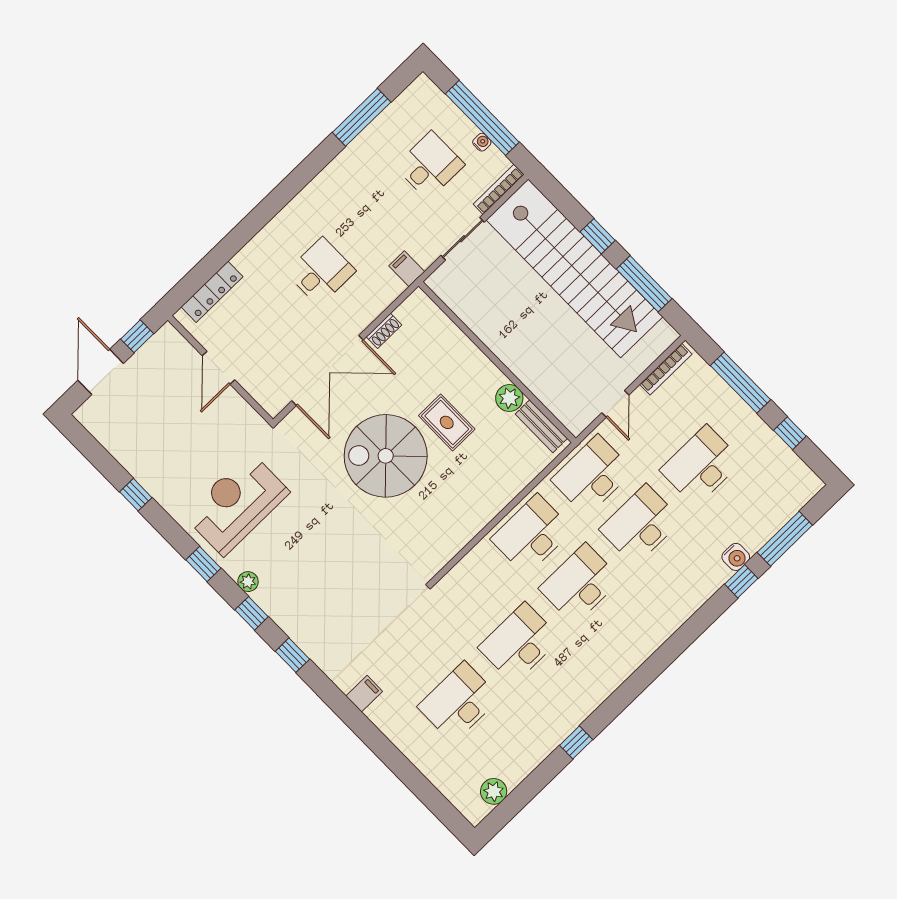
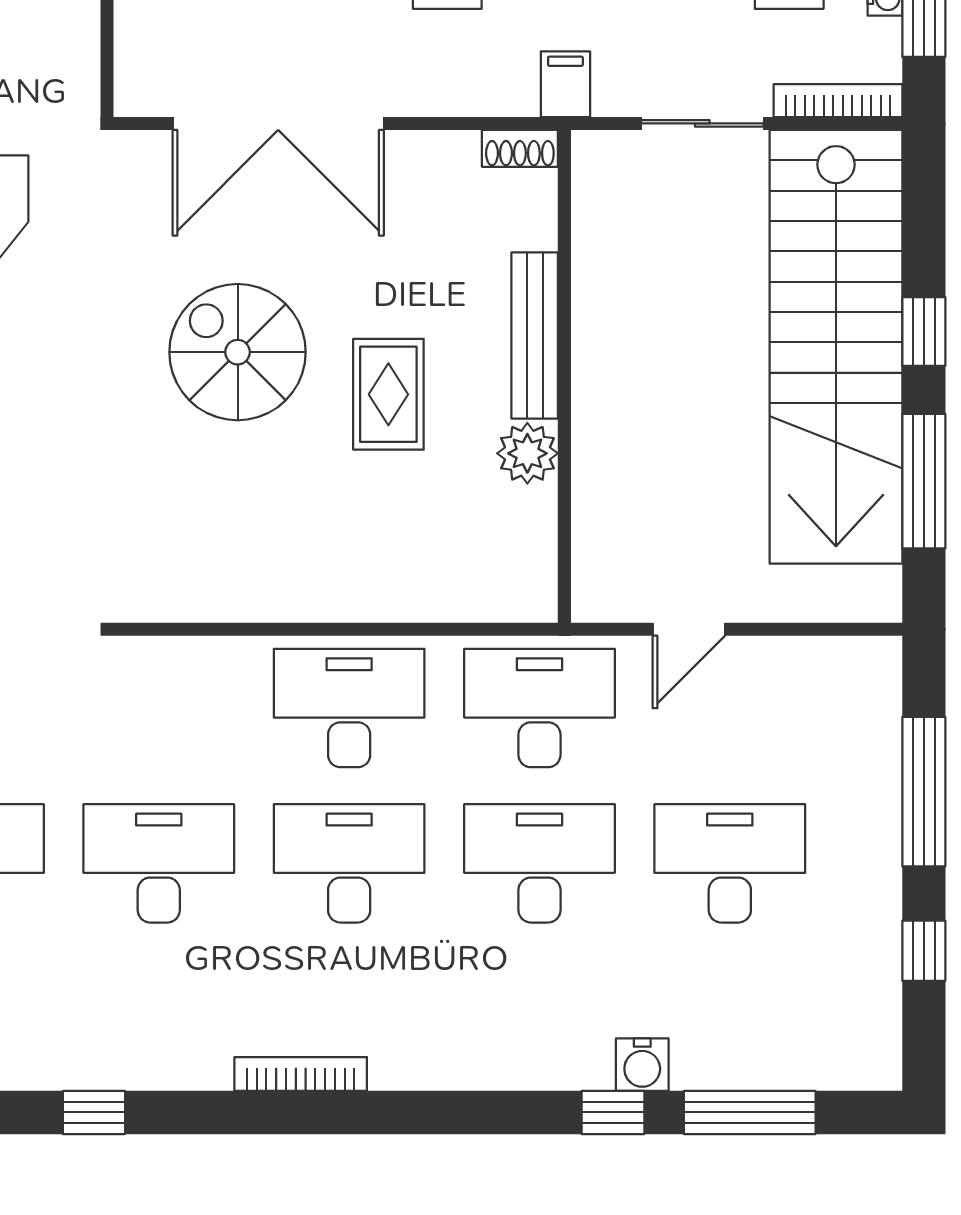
shoe rack: (384, 331) -> (520, 148), moved
bookcase: (666, 369) -> (301, 1074), moved, turned 180
bench: (541, 426) -> (535, 336), moved, width x1.36
spiral stairs: (386, 456) -> (238, 352), width x0.73, depth x0.73

